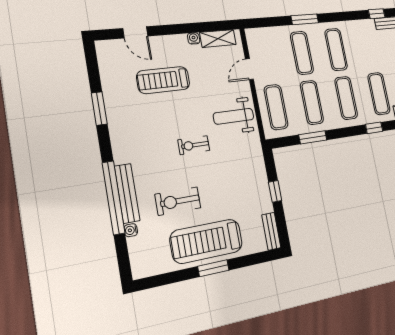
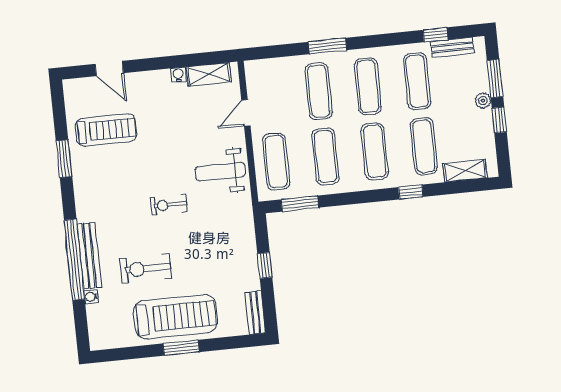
exercise mat: (369, 46) -> (417, 81), added
treadmill: (163, 80) -> (106, 130), moved, turned 180
window: (313, 137) -> (300, 204), moved
treadmill: (206, 241) -> (175, 317), turned 180

